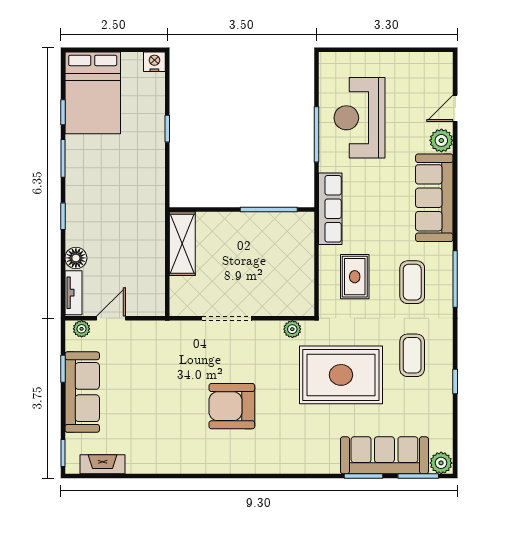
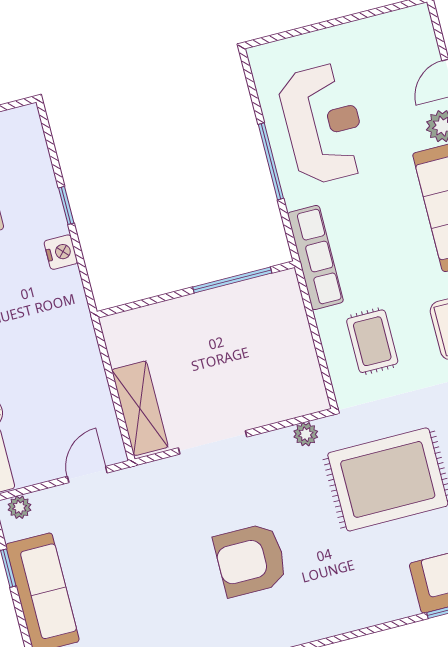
nightstand: (154, 62) -> (61, 252), moved, turned 90
reception desk: (360, 118) -> (323, 124), turned 180
shelving: (182, 244) -> (140, 408), moved
door: (111, 318) -> (87, 475), moved

